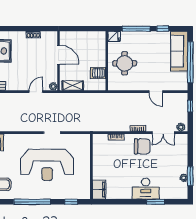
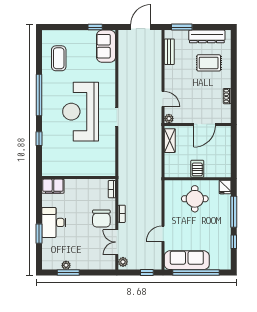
sofa: (179, 51) -> (187, 260), moved
server rack: (98, 73) -> (197, 169), moved
wall: (91, 167) -> (79, 178), moved
filing cabinet: (99, 190) -> (53, 186), moved

